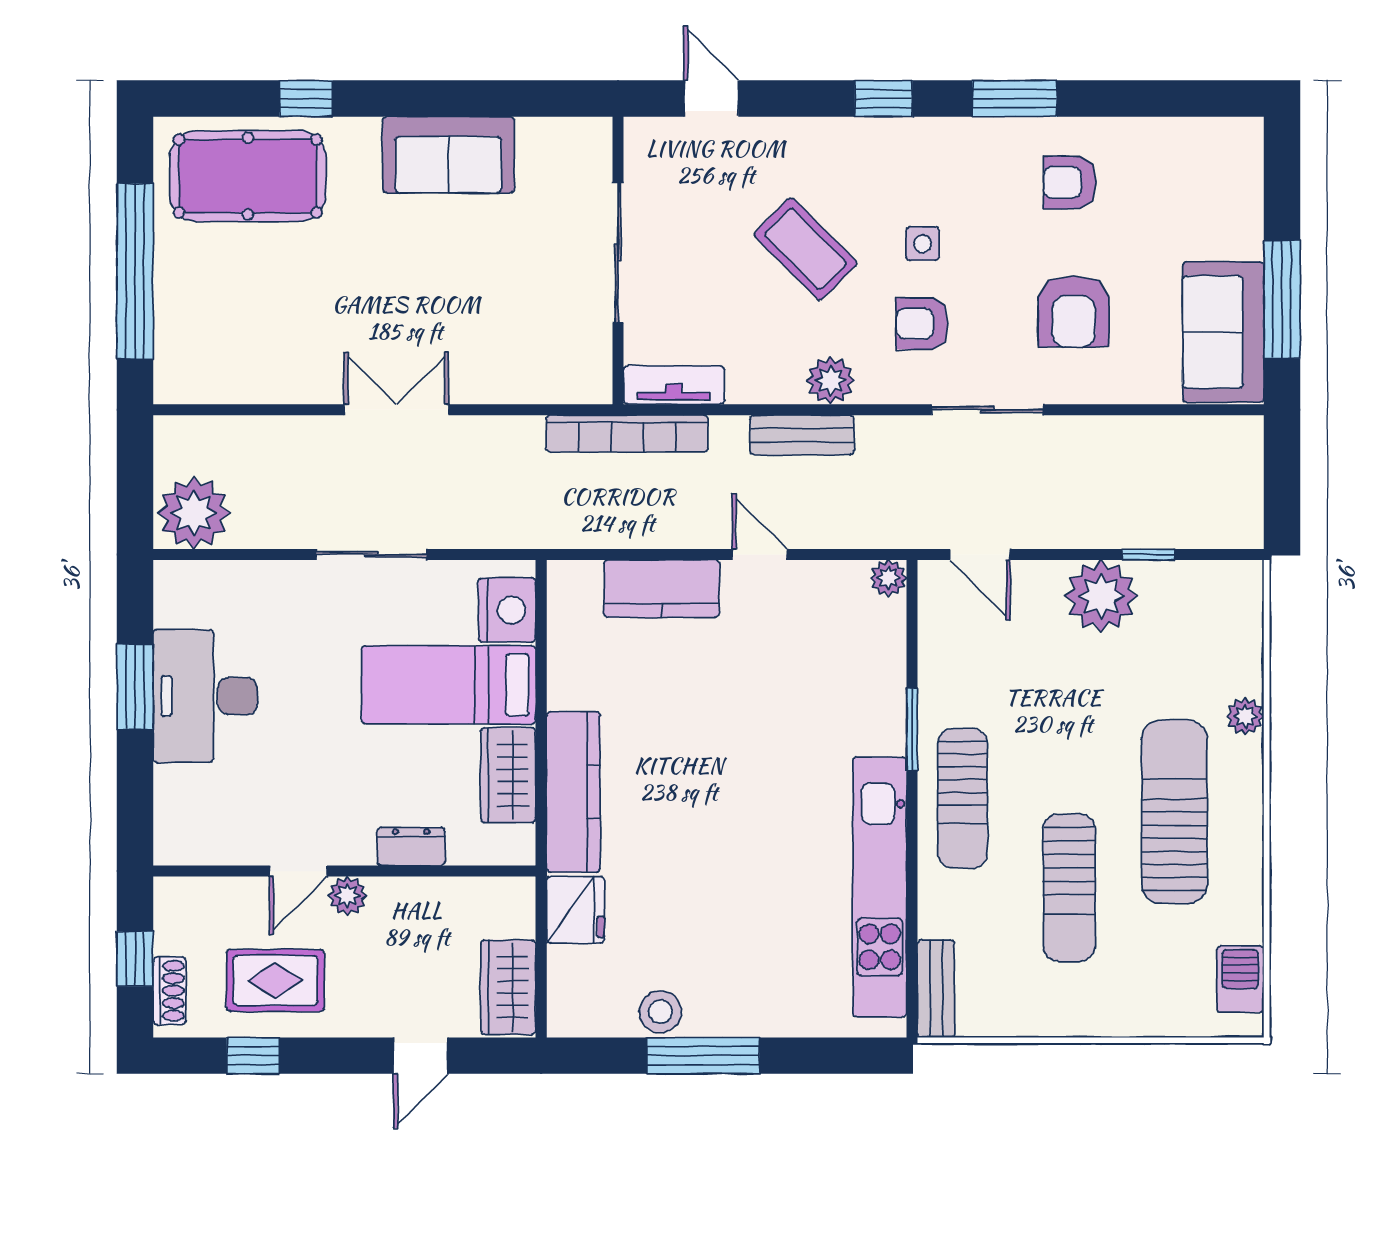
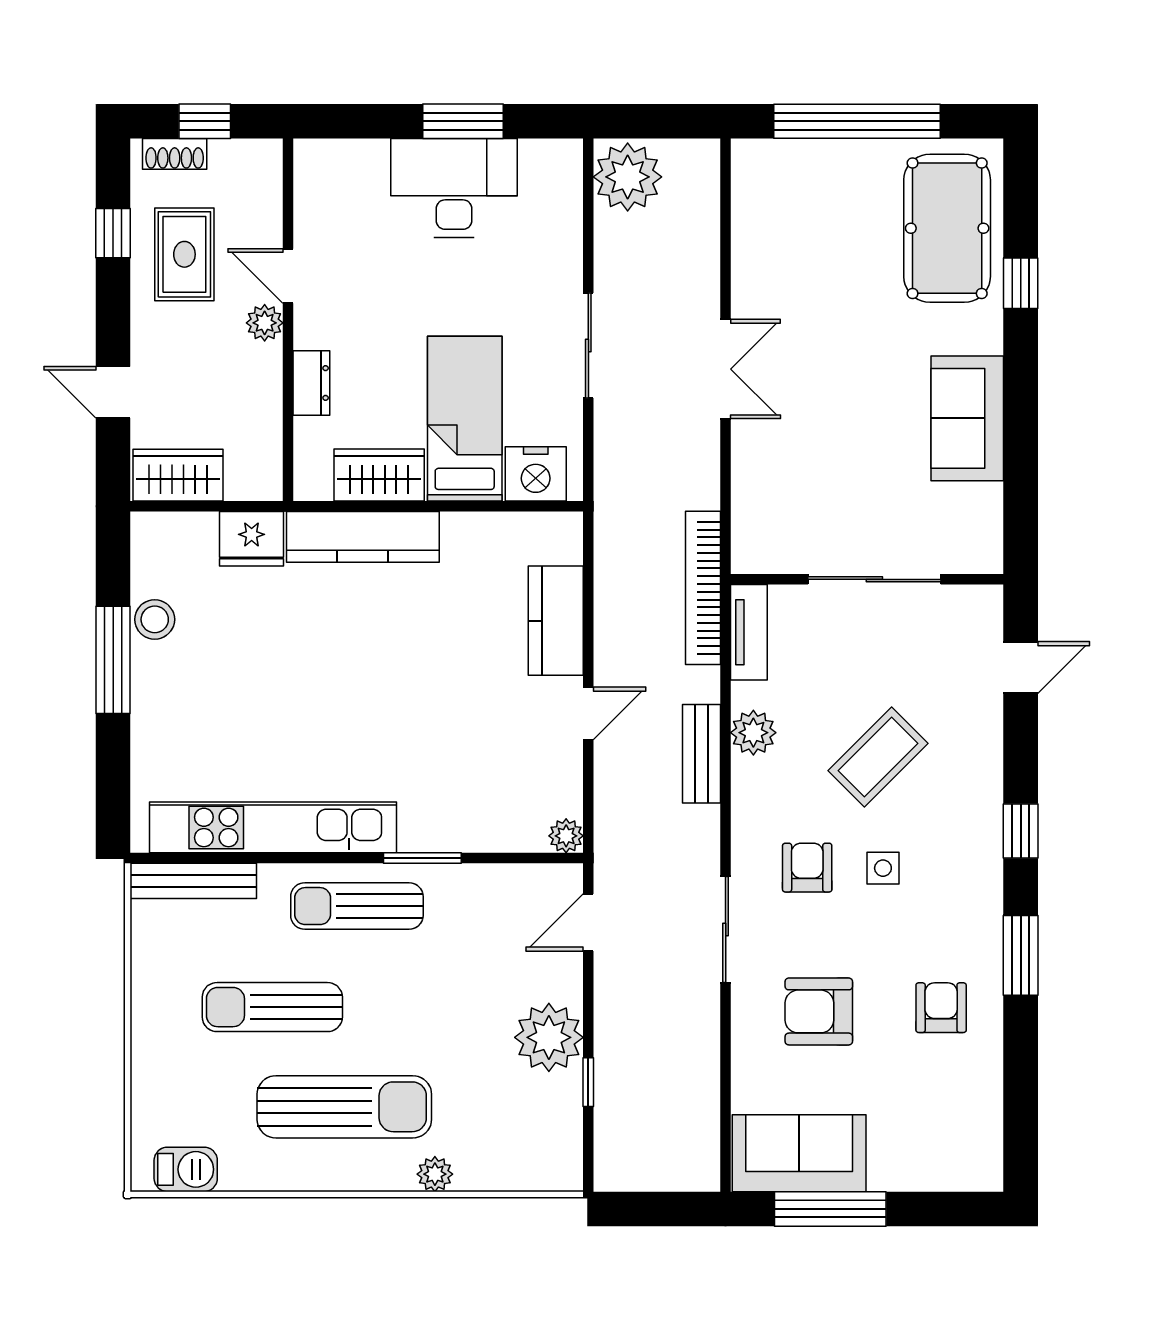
plant: (831, 380) -> (753, 733), moved
bench: (936, 989) -> (193, 881), width x1.36

